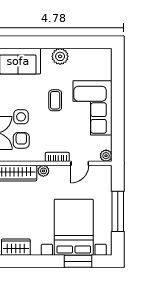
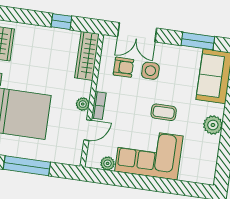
plant: (106, 156) -> (108, 163), moved
door: (80, 163) -> (88, 130), swing flipped
plant: (43, 171) -> (83, 104), moved

